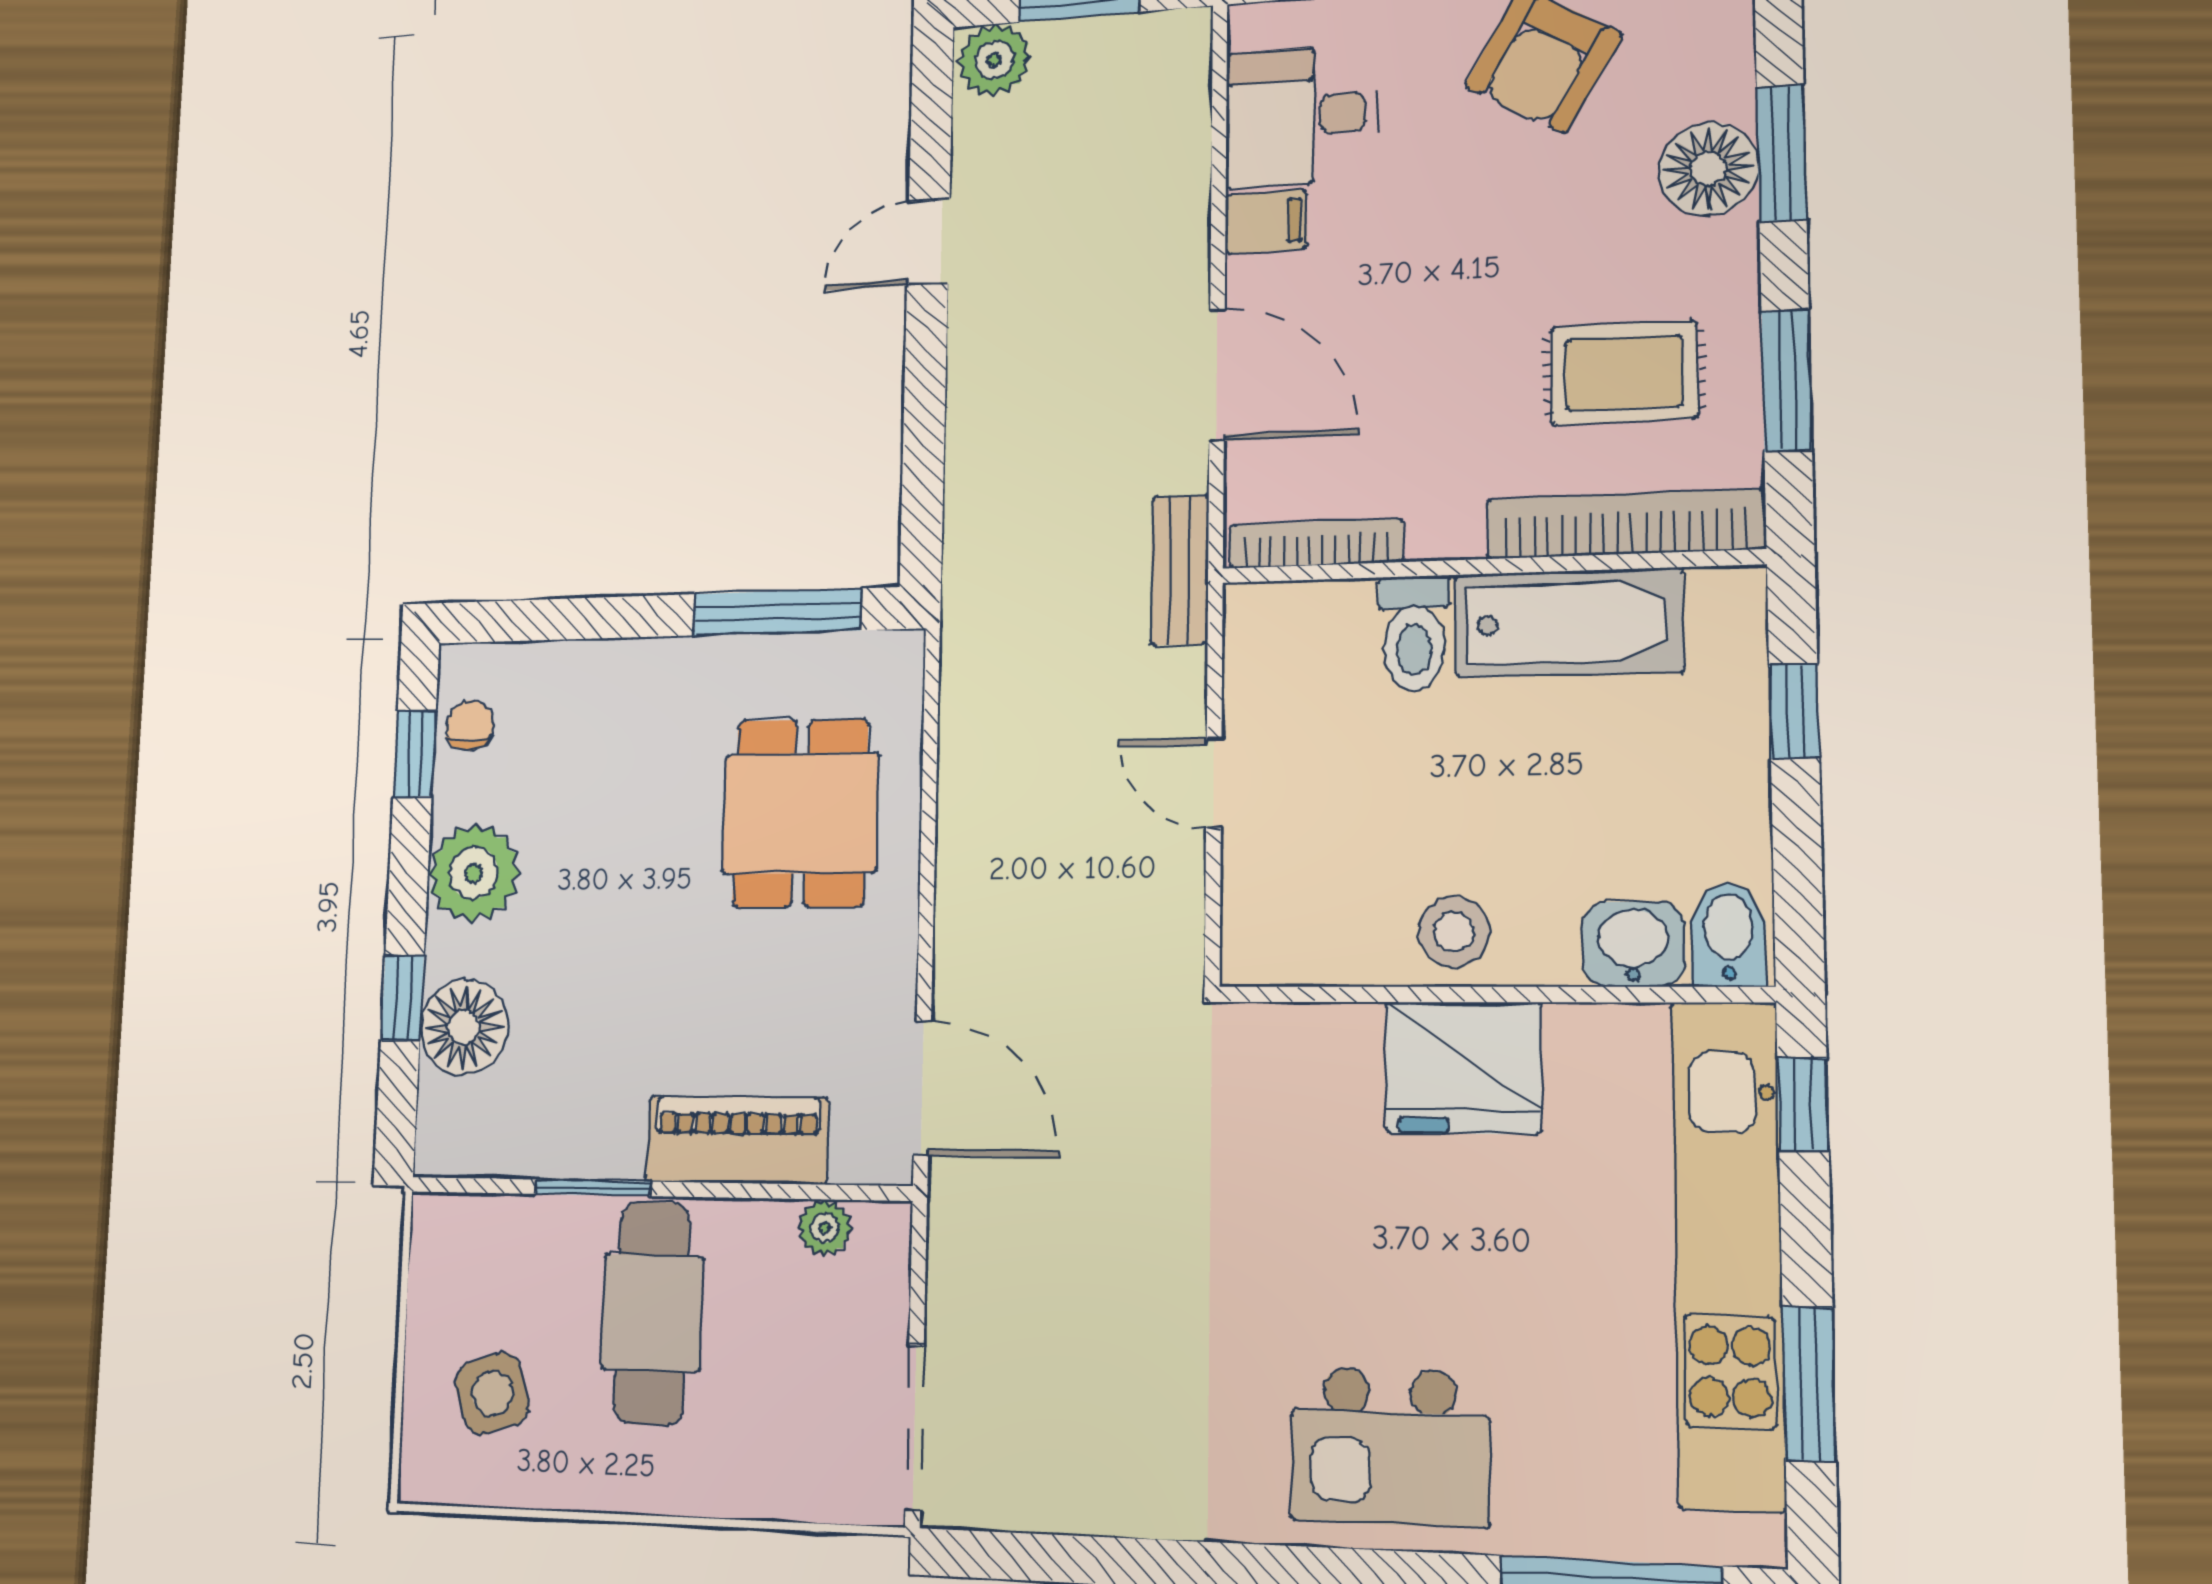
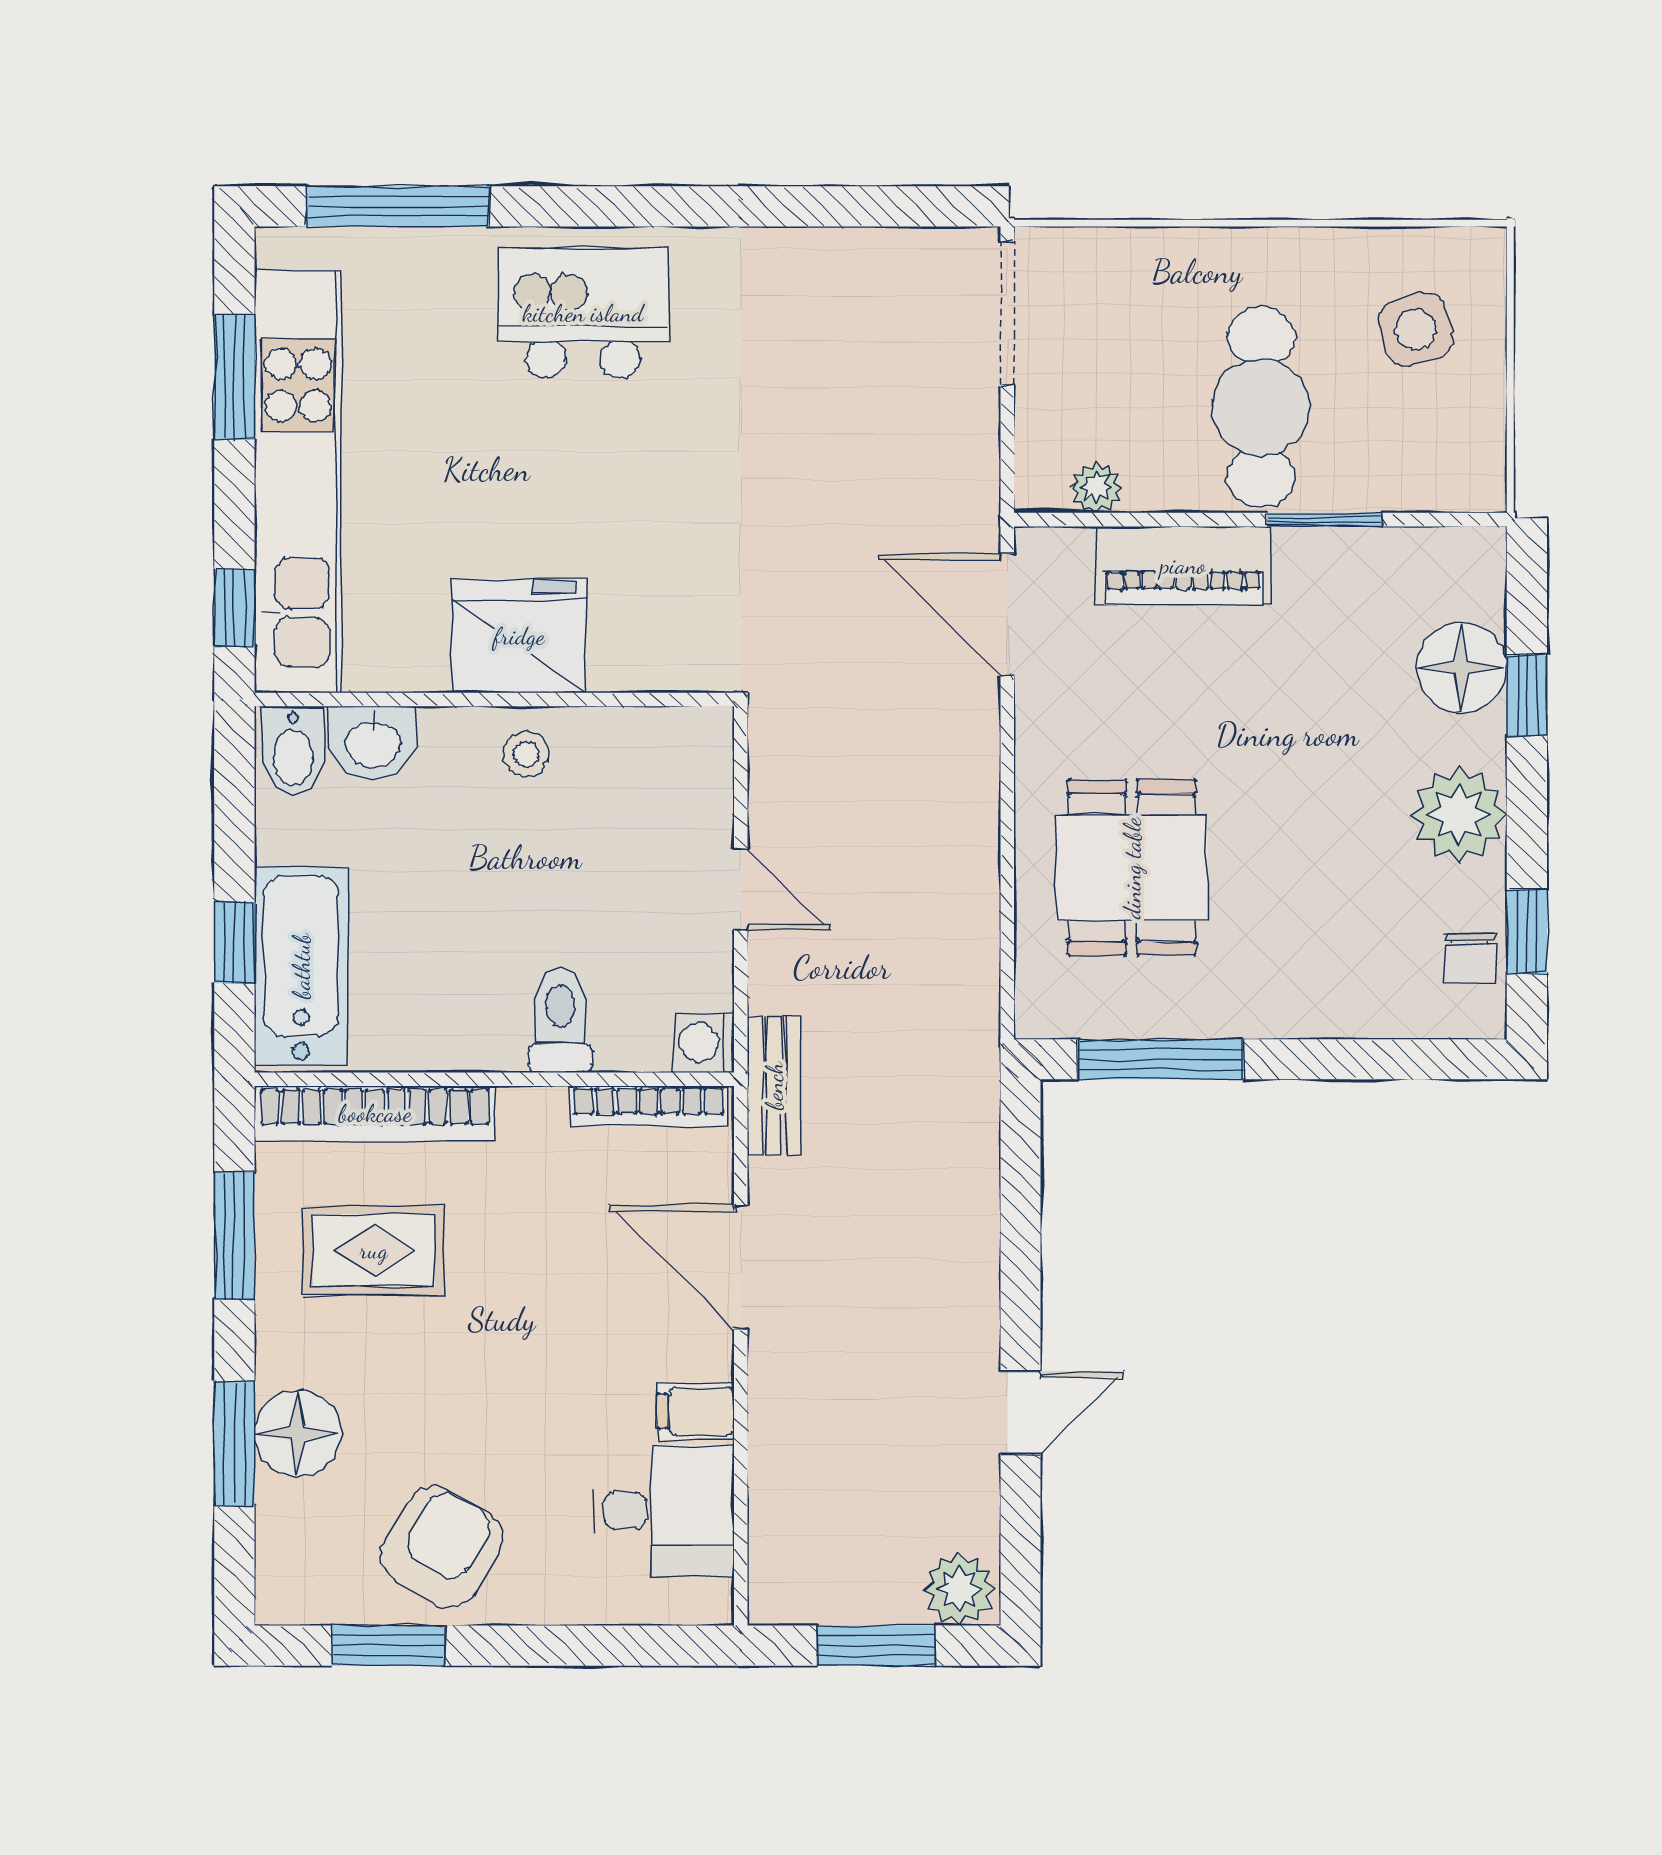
washing machine: (1255, 614) -> (704, 1042), added
bathtub: (1569, 623) -> (301, 966), moved, turned 90
stool: (1454, 932) -> (526, 754), width x0.73, depth x0.73

